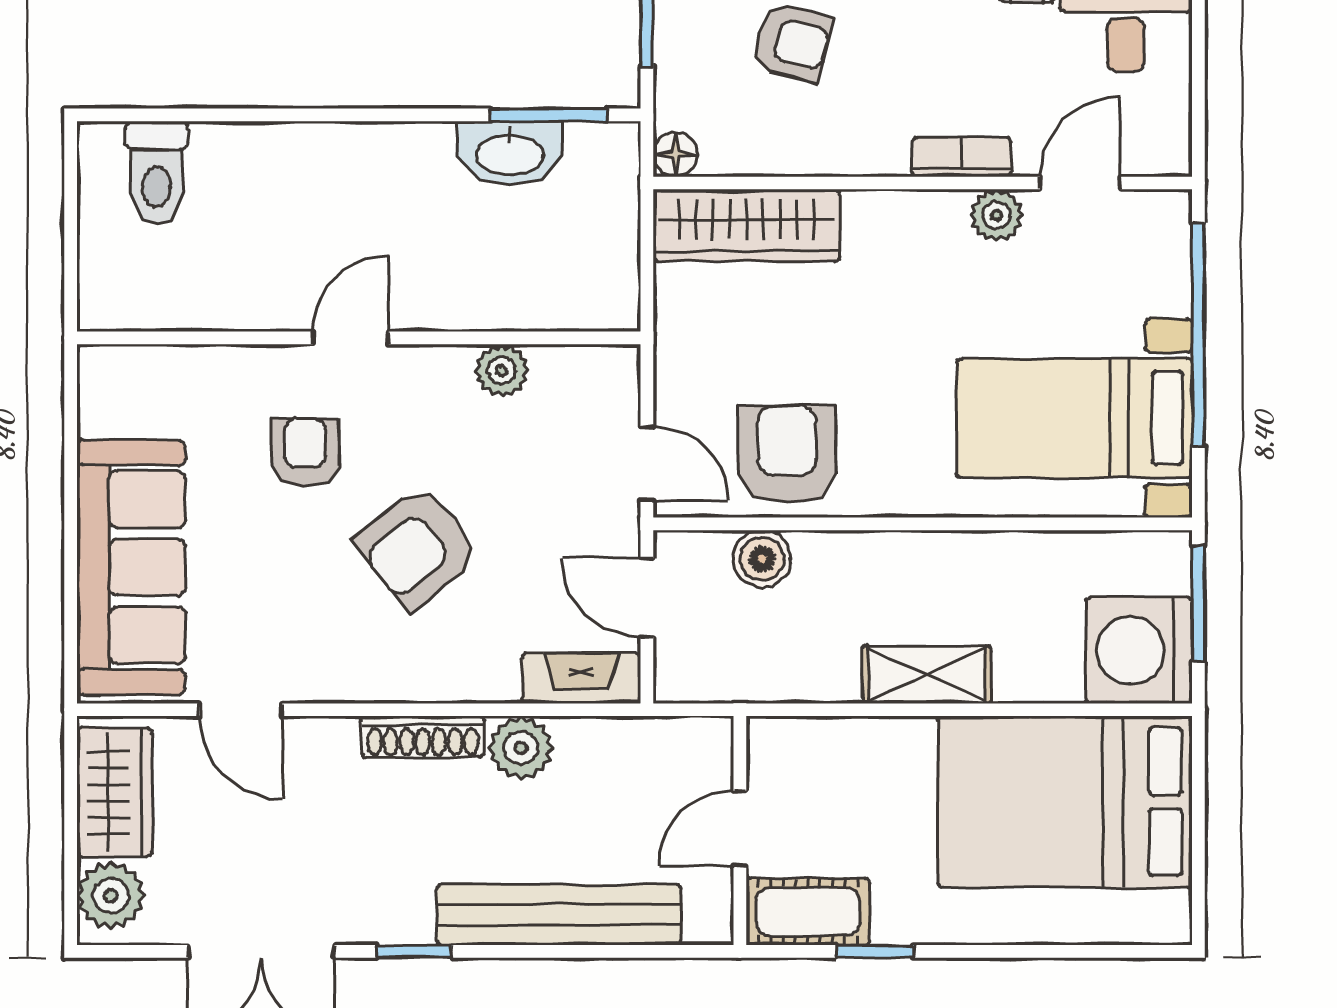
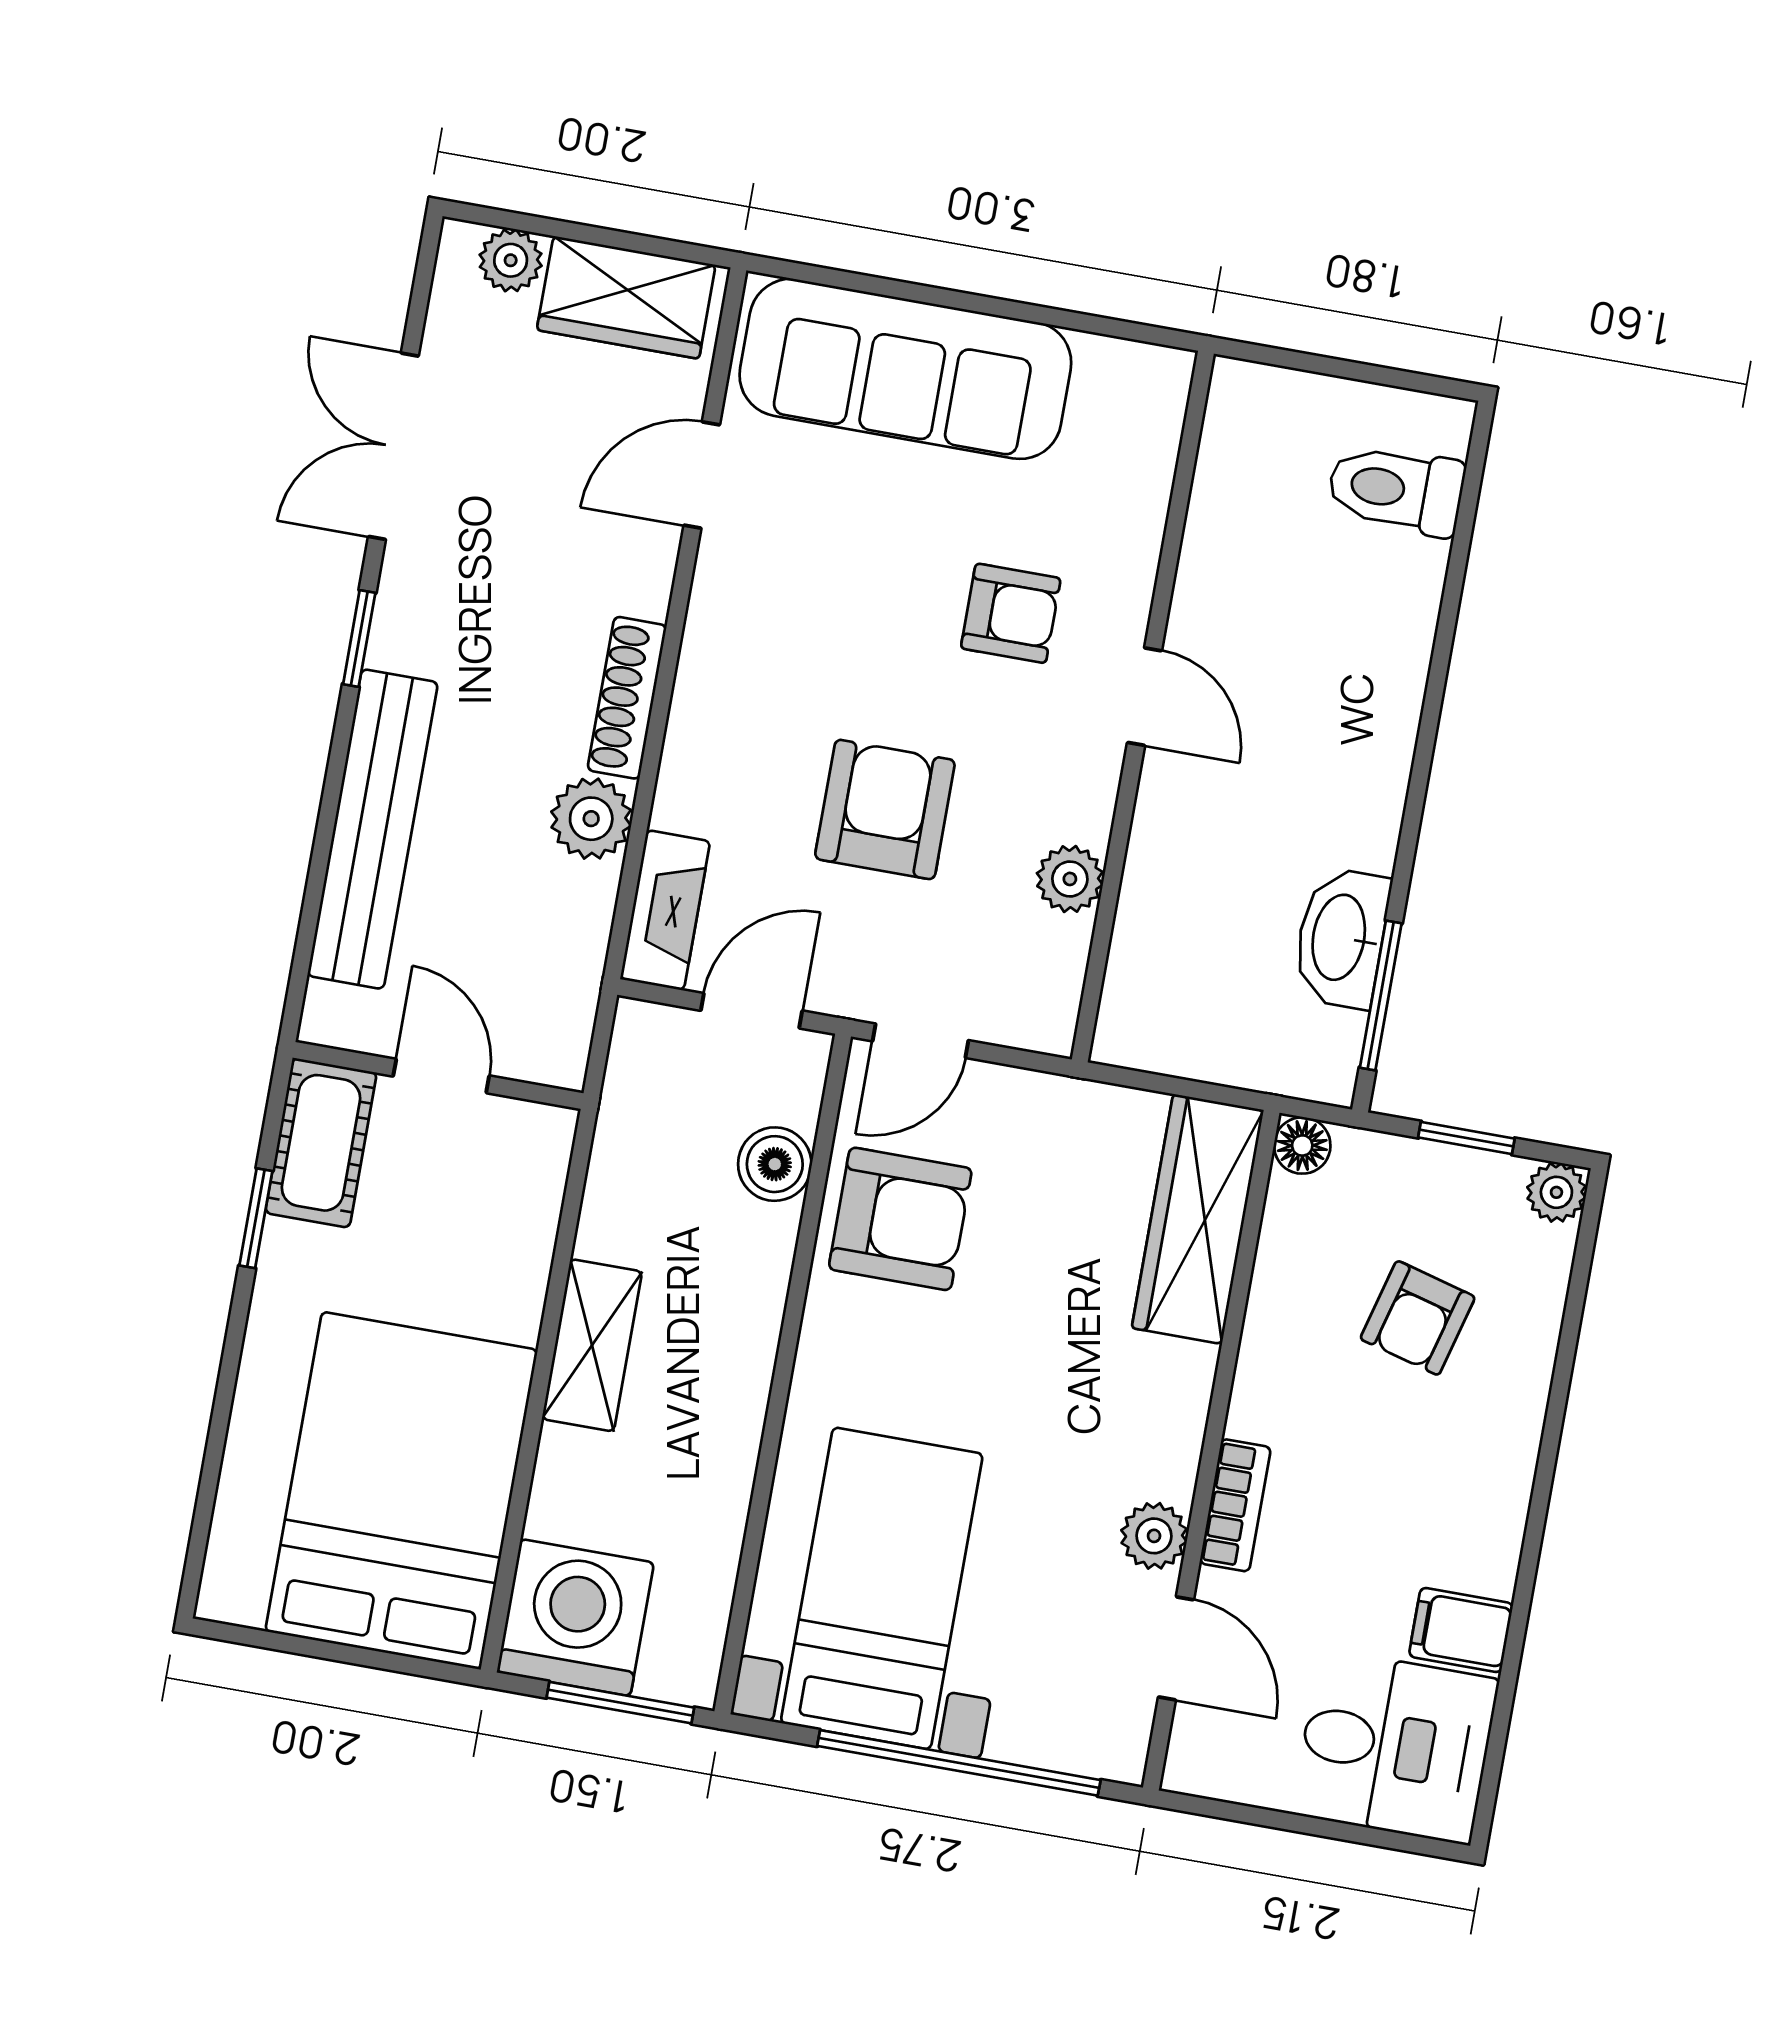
armchair: (418, 548) -> (885, 809), moved, turned 39
plant: (111, 896) -> (511, 260), width x0.73, depth x0.73

